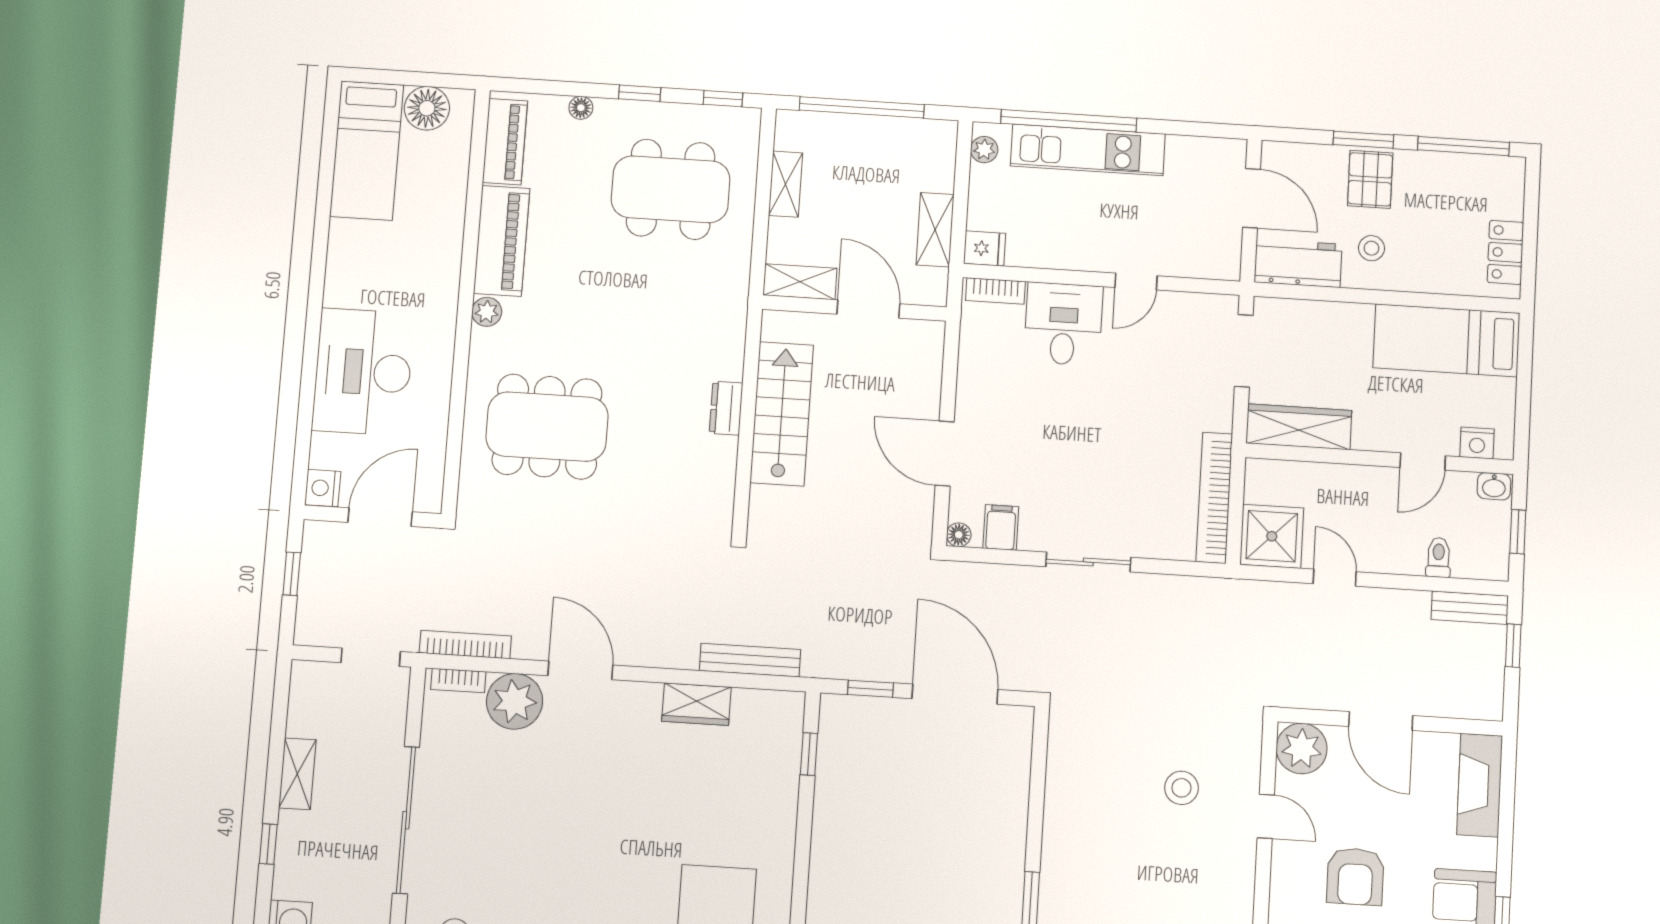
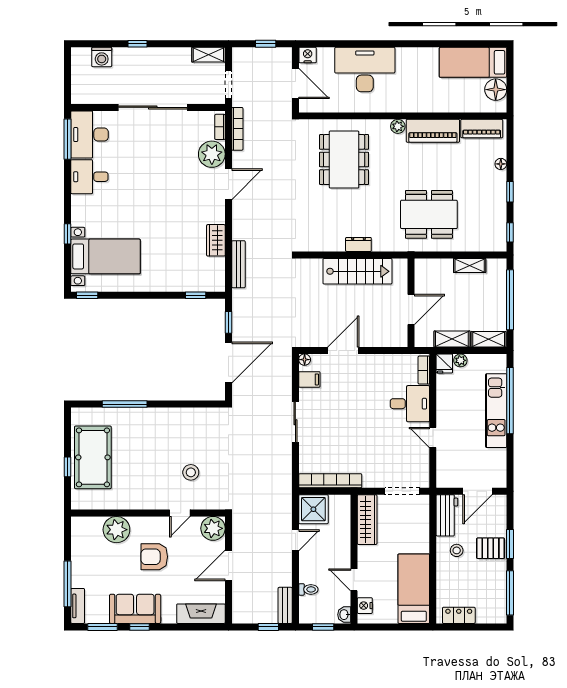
plant: (984, 150) -> (460, 360), moved
dining table: (671, 189) -> (429, 214), moved, turned 90
shelving: (800, 282) -> (489, 339), moved, turned 90
shelving: (297, 774) -> (208, 55), moved

